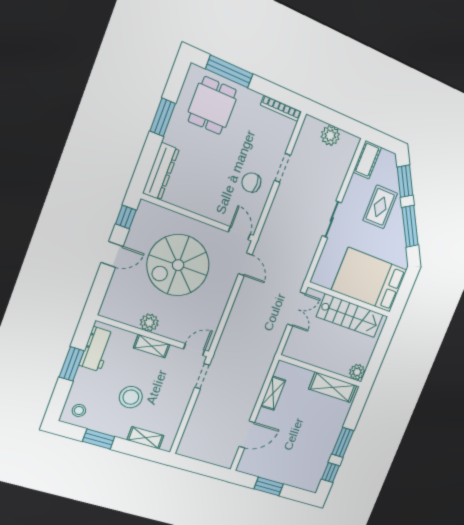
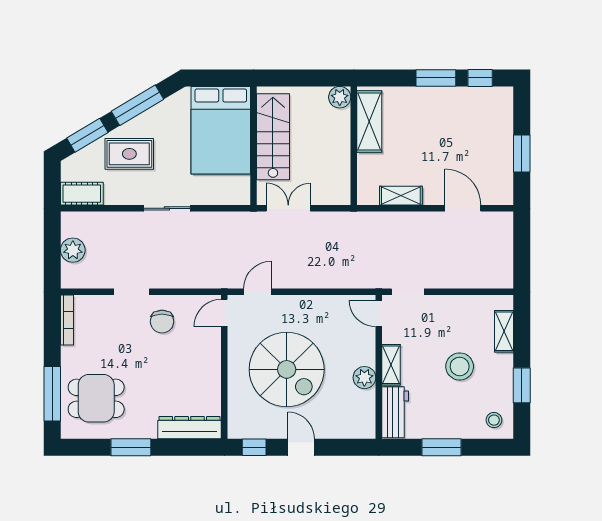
workbench: (97, 349) -> (395, 412), moved, turned 90

